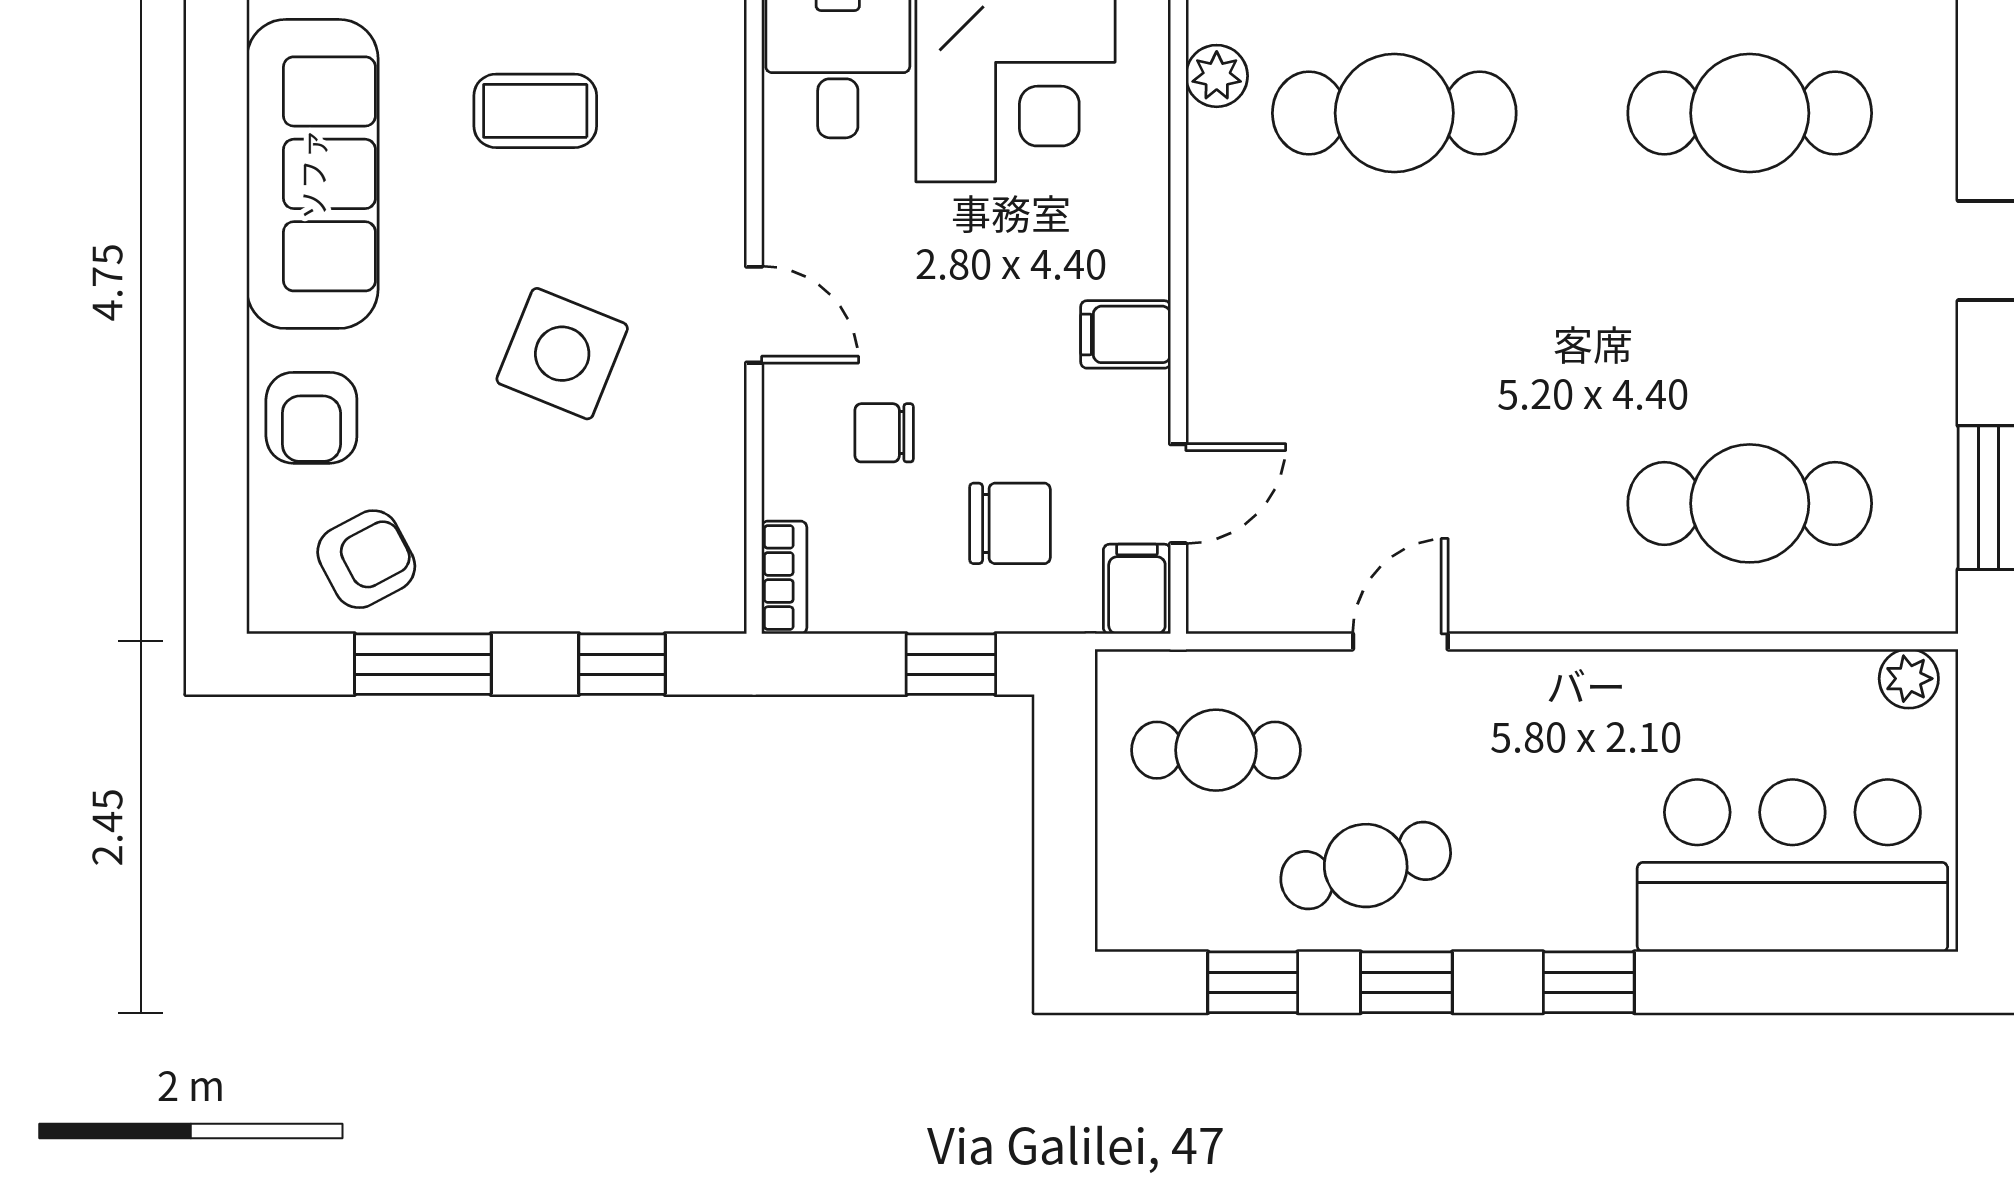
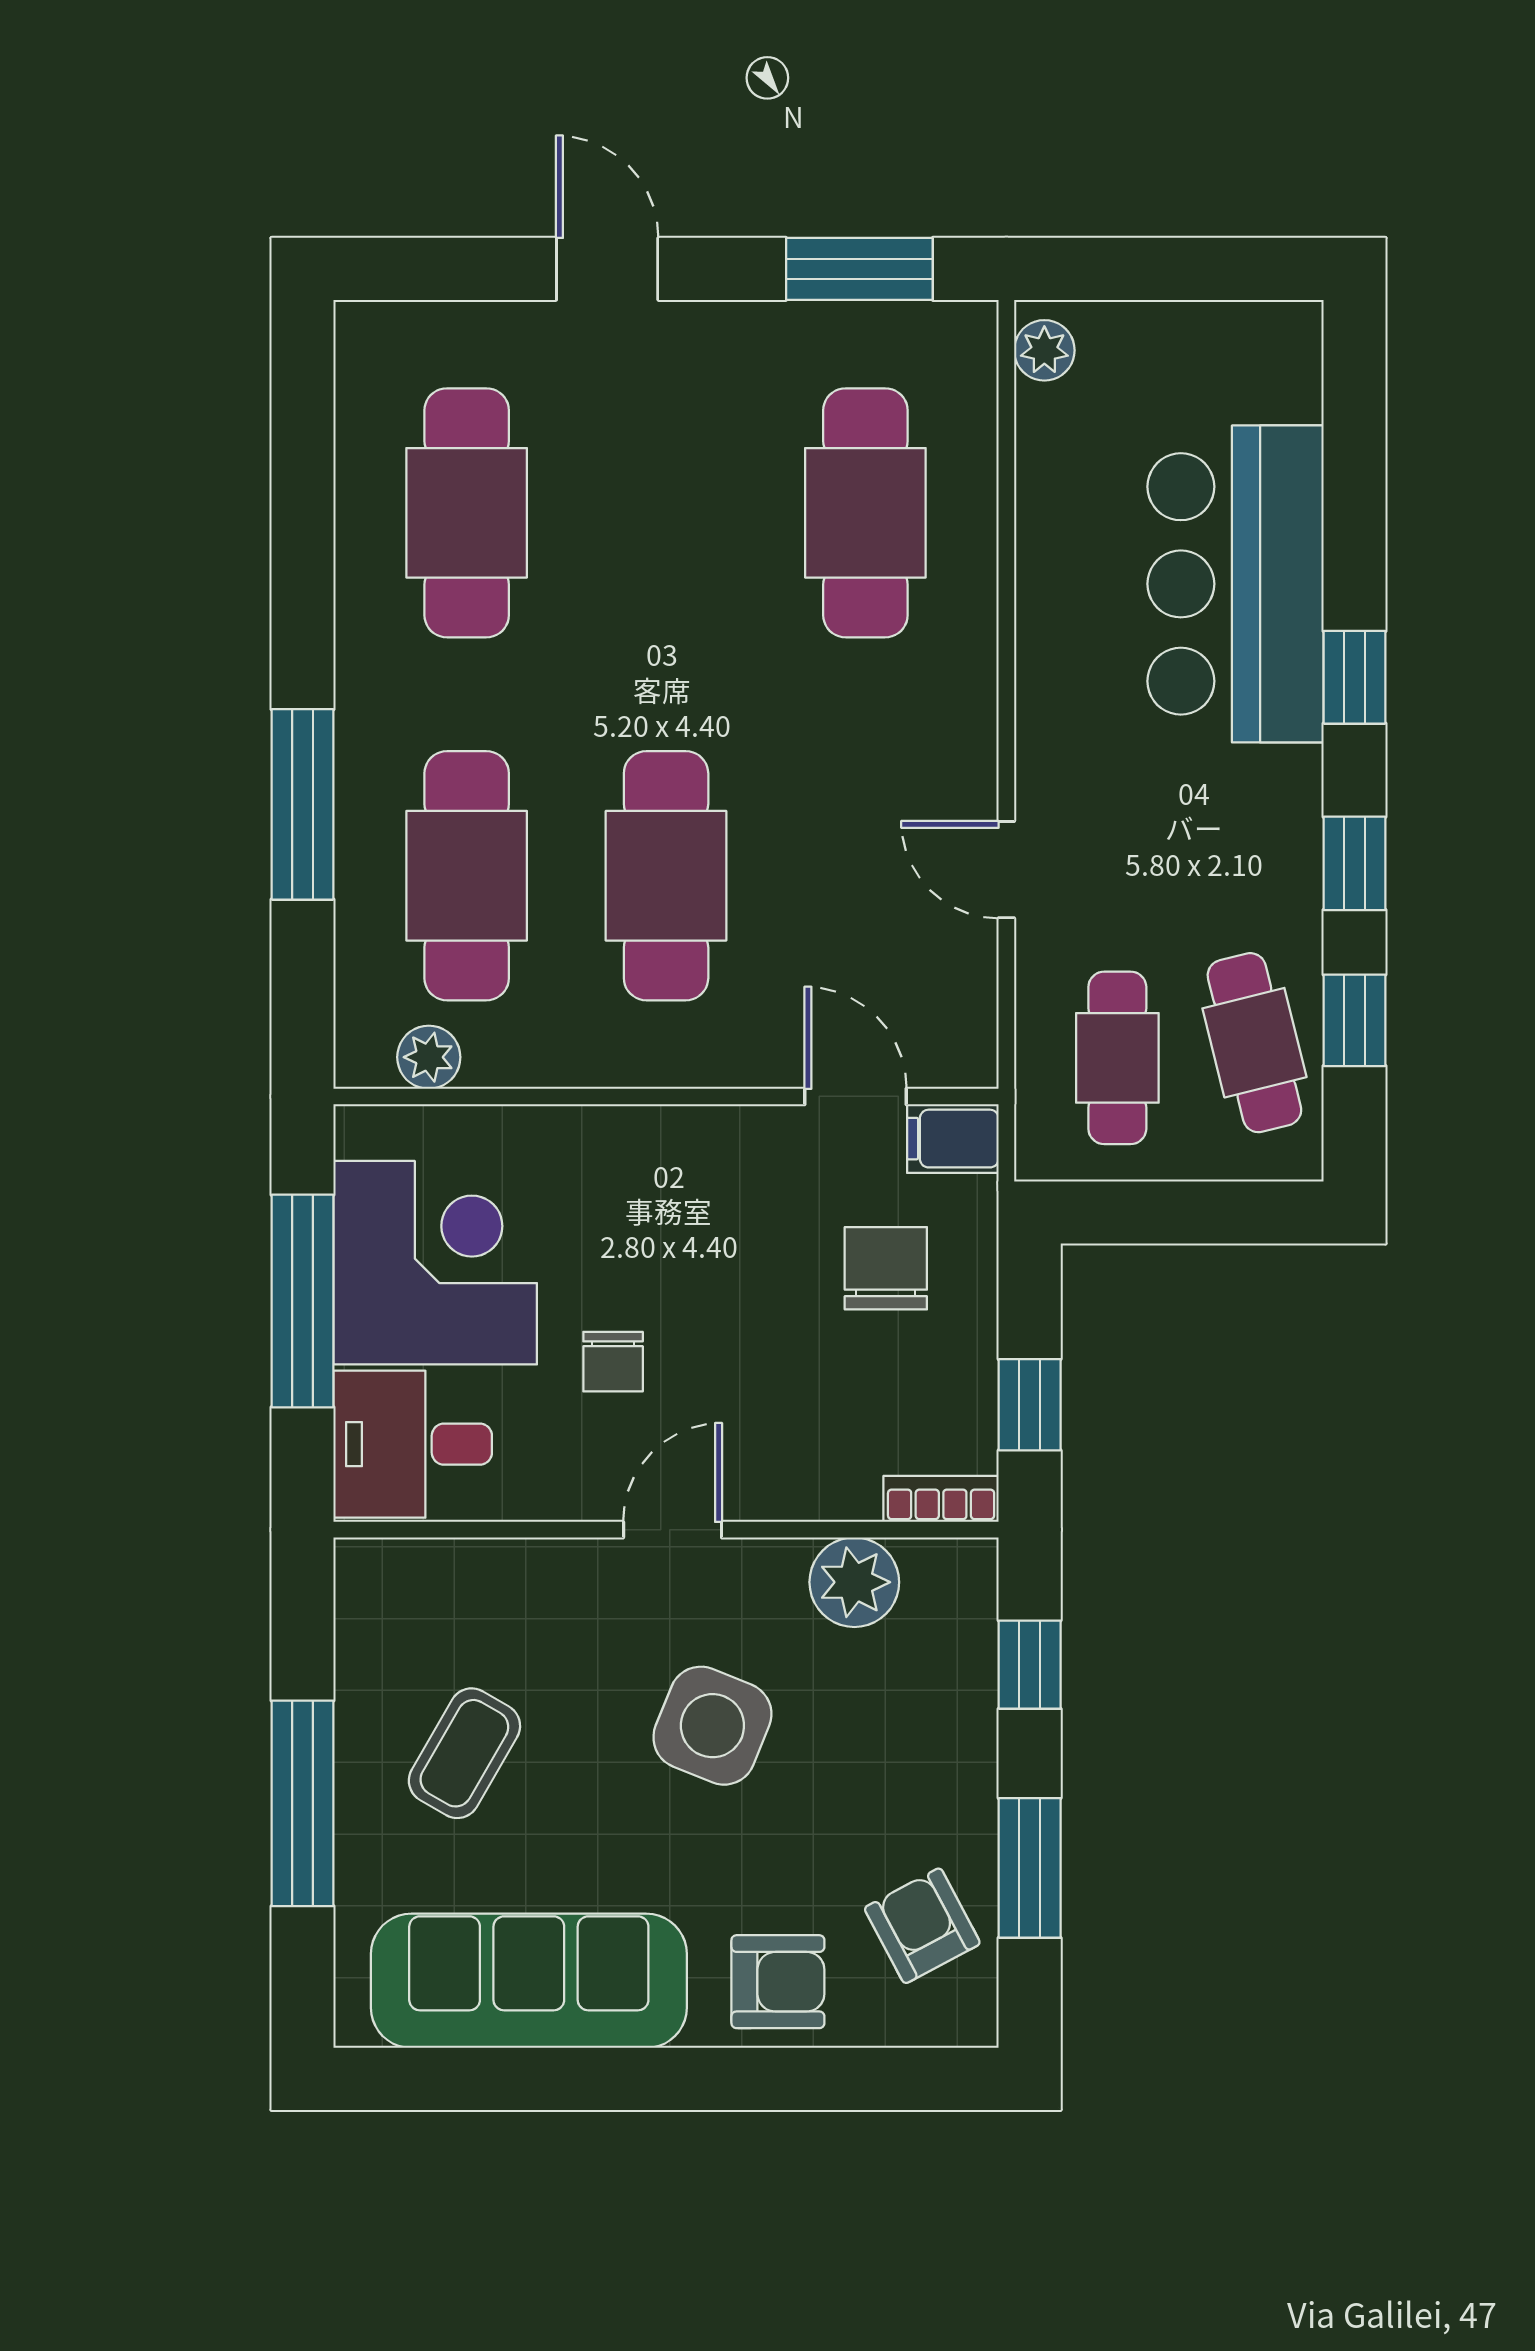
coffee table: (535, 111) -> (464, 1753), turned 30
cafe table: (1394, 308) -> (666, 876), added
filing cabinet: (1126, 334) -> (693, 1150), removed
chair: (884, 433) -> (613, 1362), moved
plant: (703, 493) -> (854, 1582), added
window: (951, 664) -> (1030, 1405), moved
cafe table: (1366, 866) -> (1254, 1043), moved
bar counter: (1792, 866) -> (1235, 584), moved

